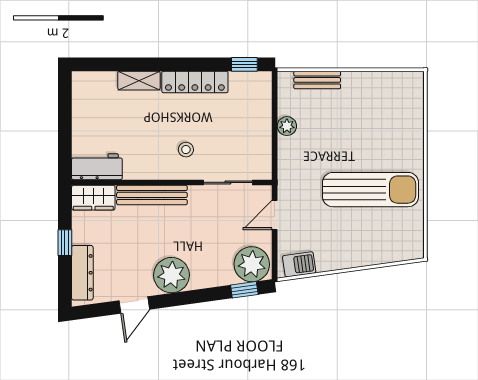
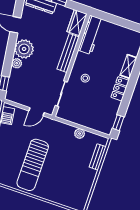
locker: (195, 82) -> (120, 89), width x0.66
workbench: (97, 167) -> (90, 35), width x1.38
door: (275, 215) -> (37, 112), swing flipped
plant: (252, 264) -> (17, 63), moved, width x0.53, depth x0.53

